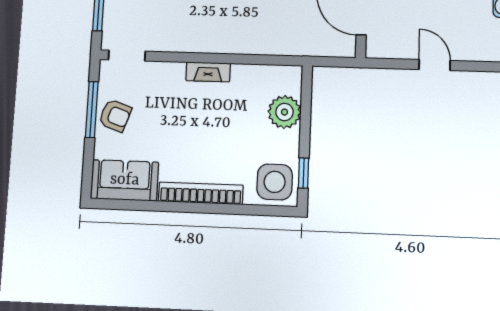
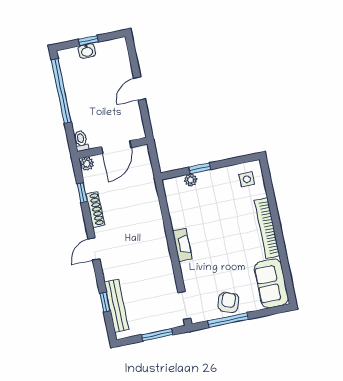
plant: (284, 112) -> (191, 180), width x0.53, depth x0.53
window: (304, 173) -> (200, 168), moved
side table: (275, 182) -> (247, 179), width x0.54, depth x0.54

